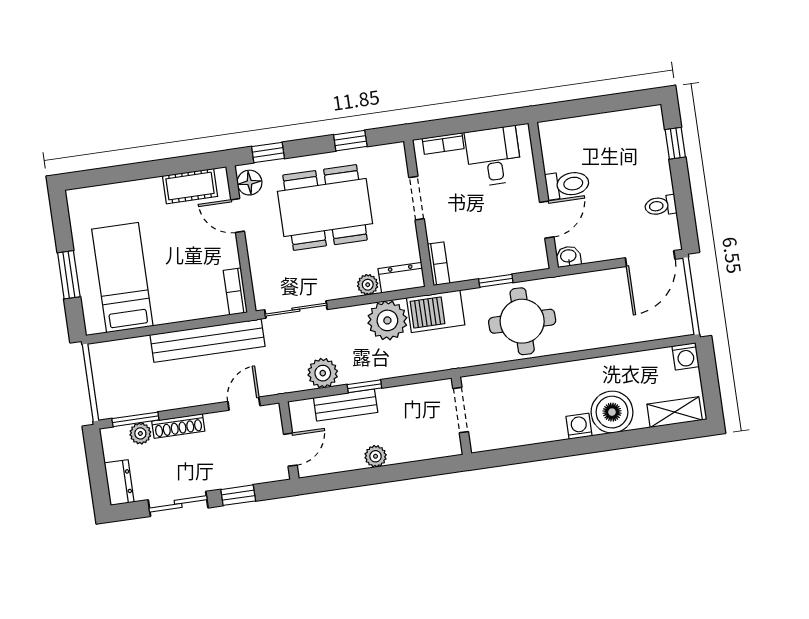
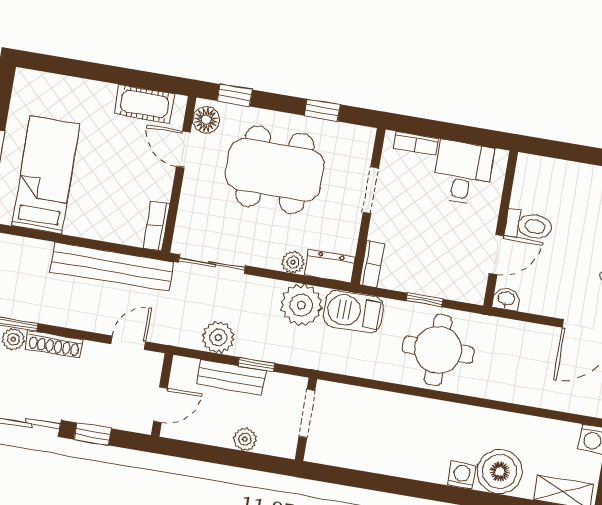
doorway: (461, 410) -> (307, 413), moved
wall: (461, 416) -> (306, 419), moved

